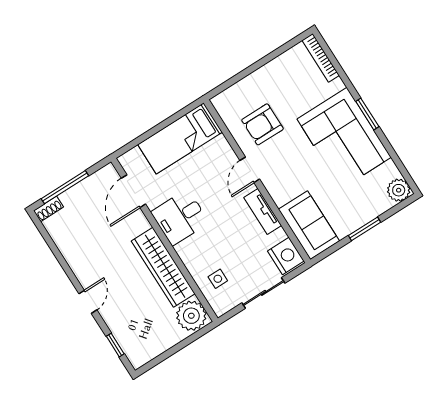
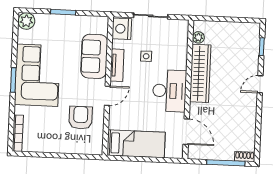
armchair: (262, 124) -> (81, 118), turned -90
door: (133, 191) -> (186, 132), hinge flipped
desk: (180, 217) -> (169, 91), width x1.37
sofa: (309, 225) -> (94, 56), moved
side table: (218, 279) -> (146, 56), moved
plant: (191, 316) -> (198, 37), width x0.53, depth x0.53

